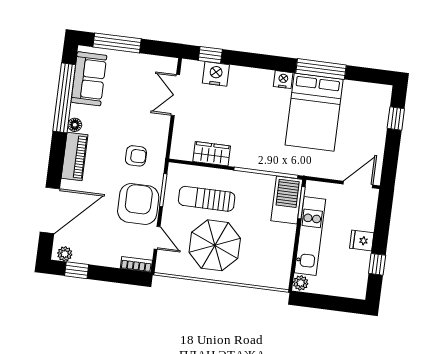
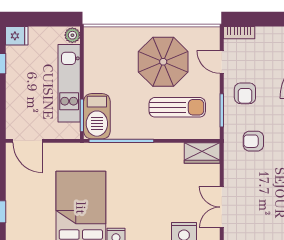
double door: (175, 95) -> (222, 207), swing flipped
wardrobe: (212, 154) -> (202, 153), moved
door: (358, 185) -> (28, 141), hinge flipped
armchair: (138, 204) -> (245, 93), width x0.53, depth x0.53
fridge: (362, 240) -> (17, 36), moved

